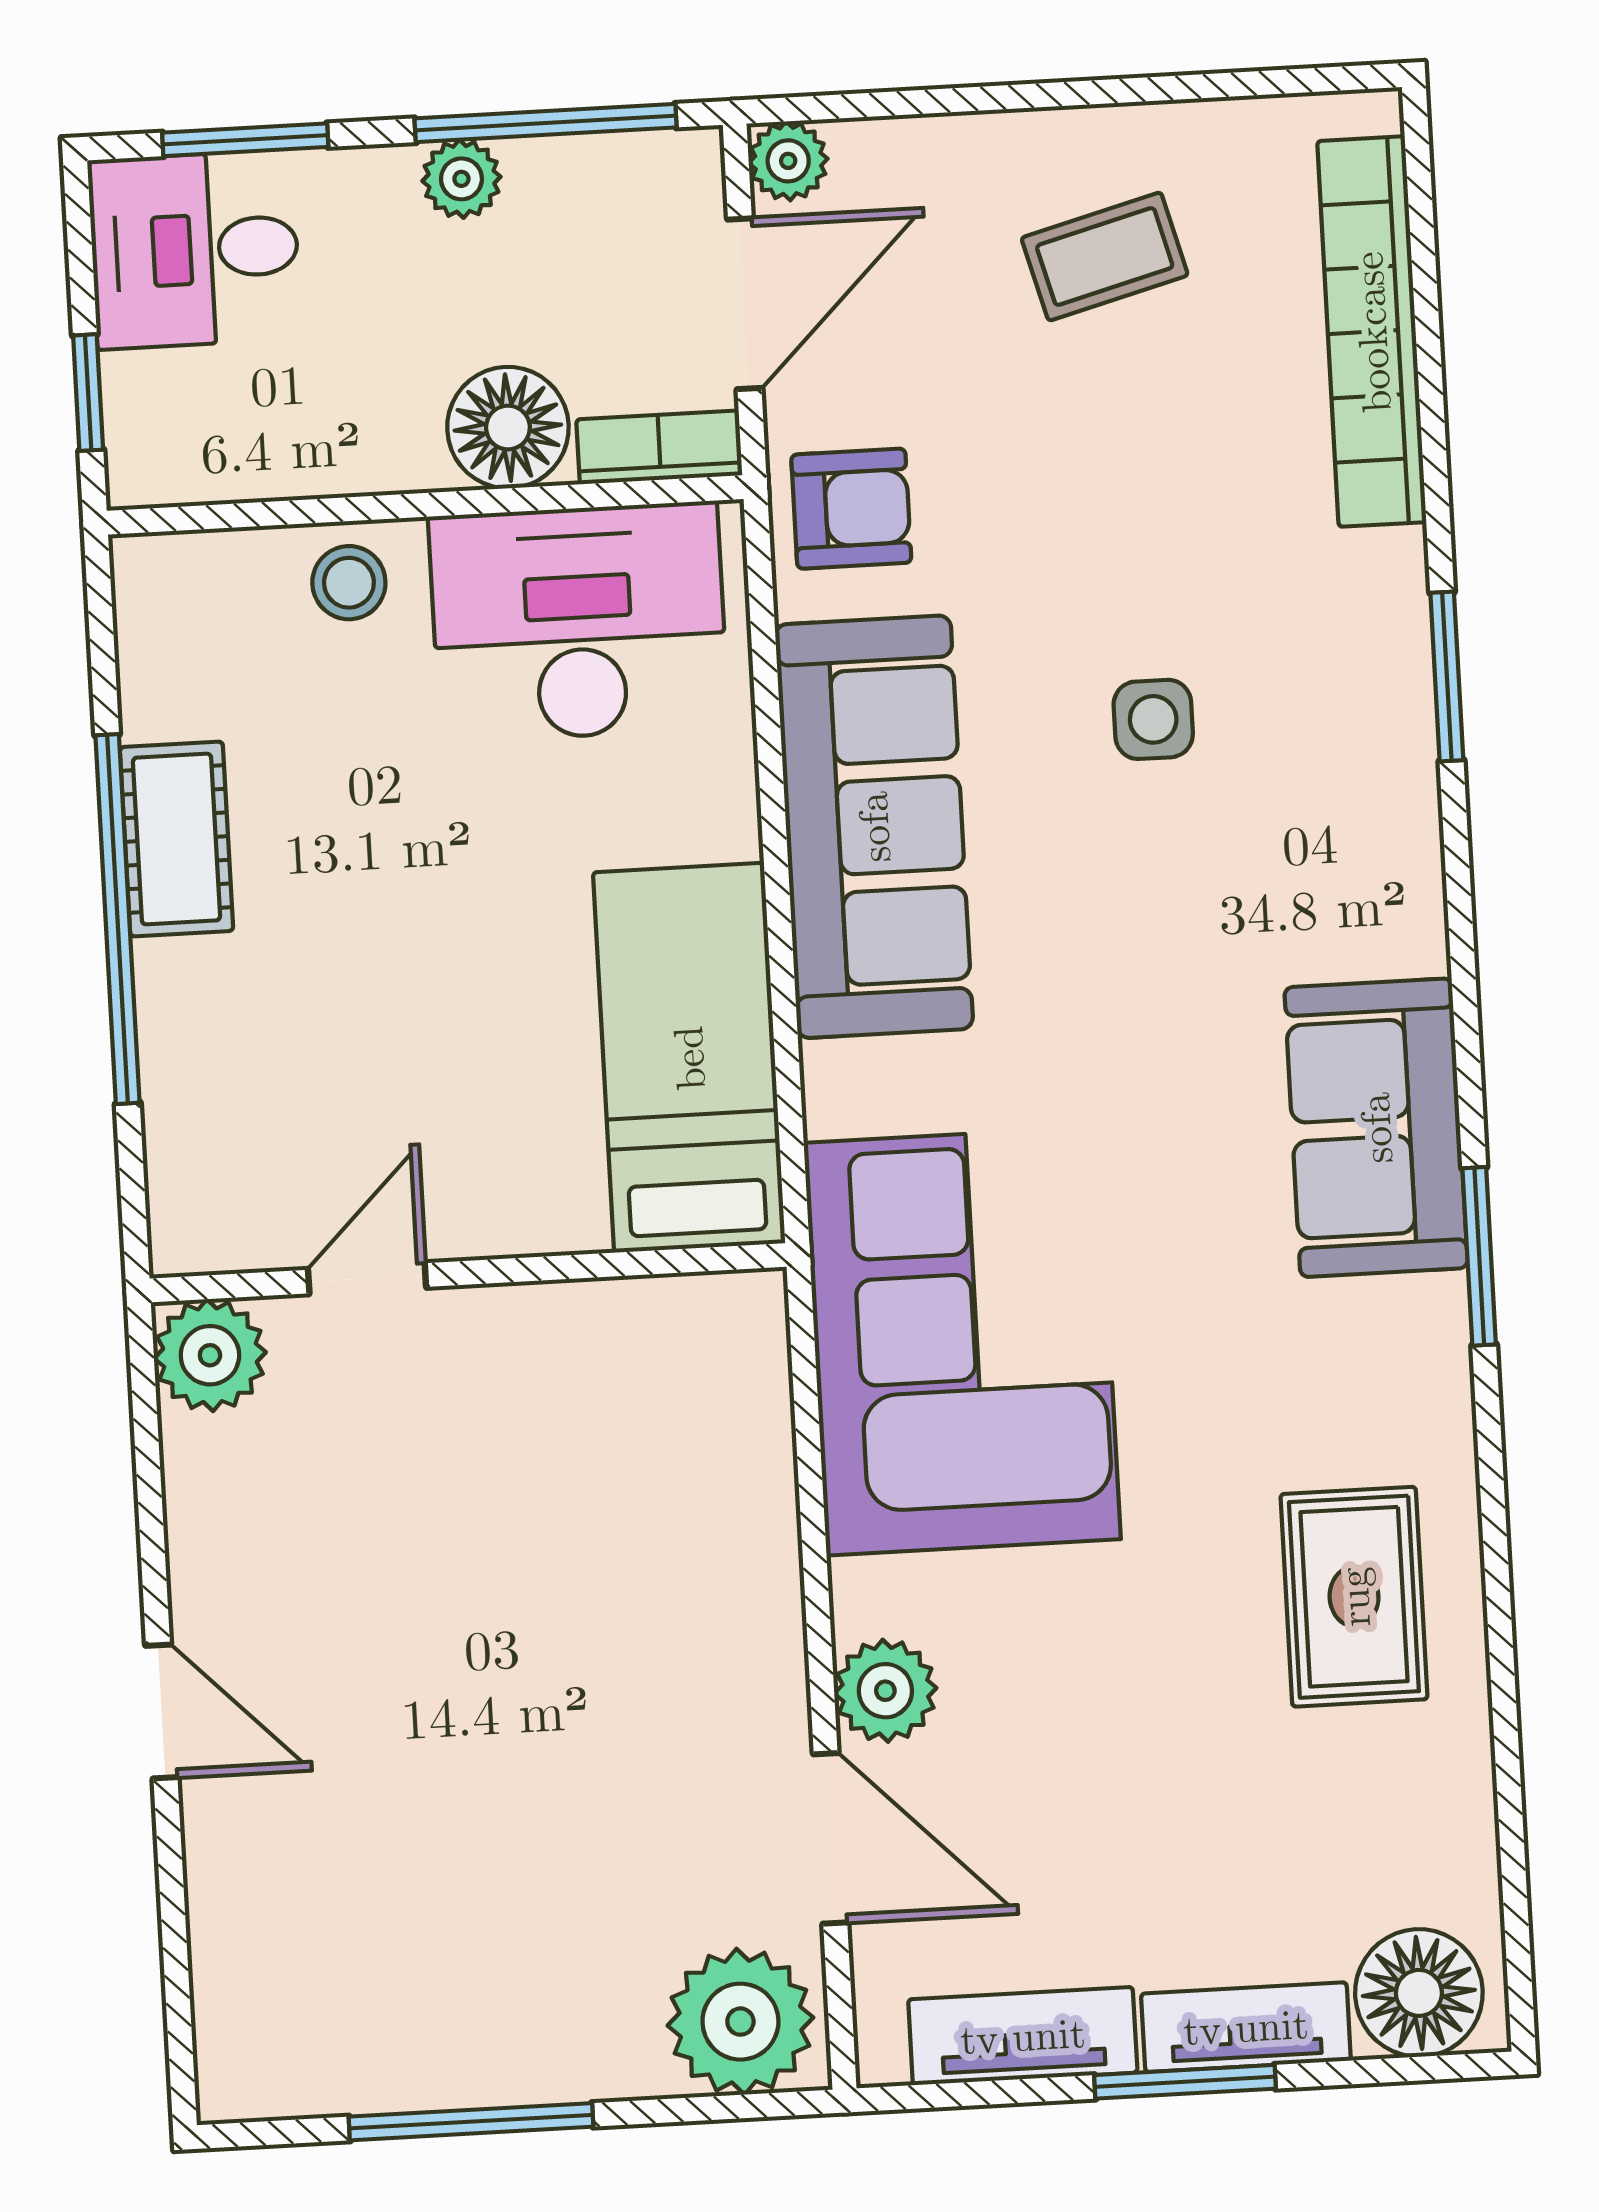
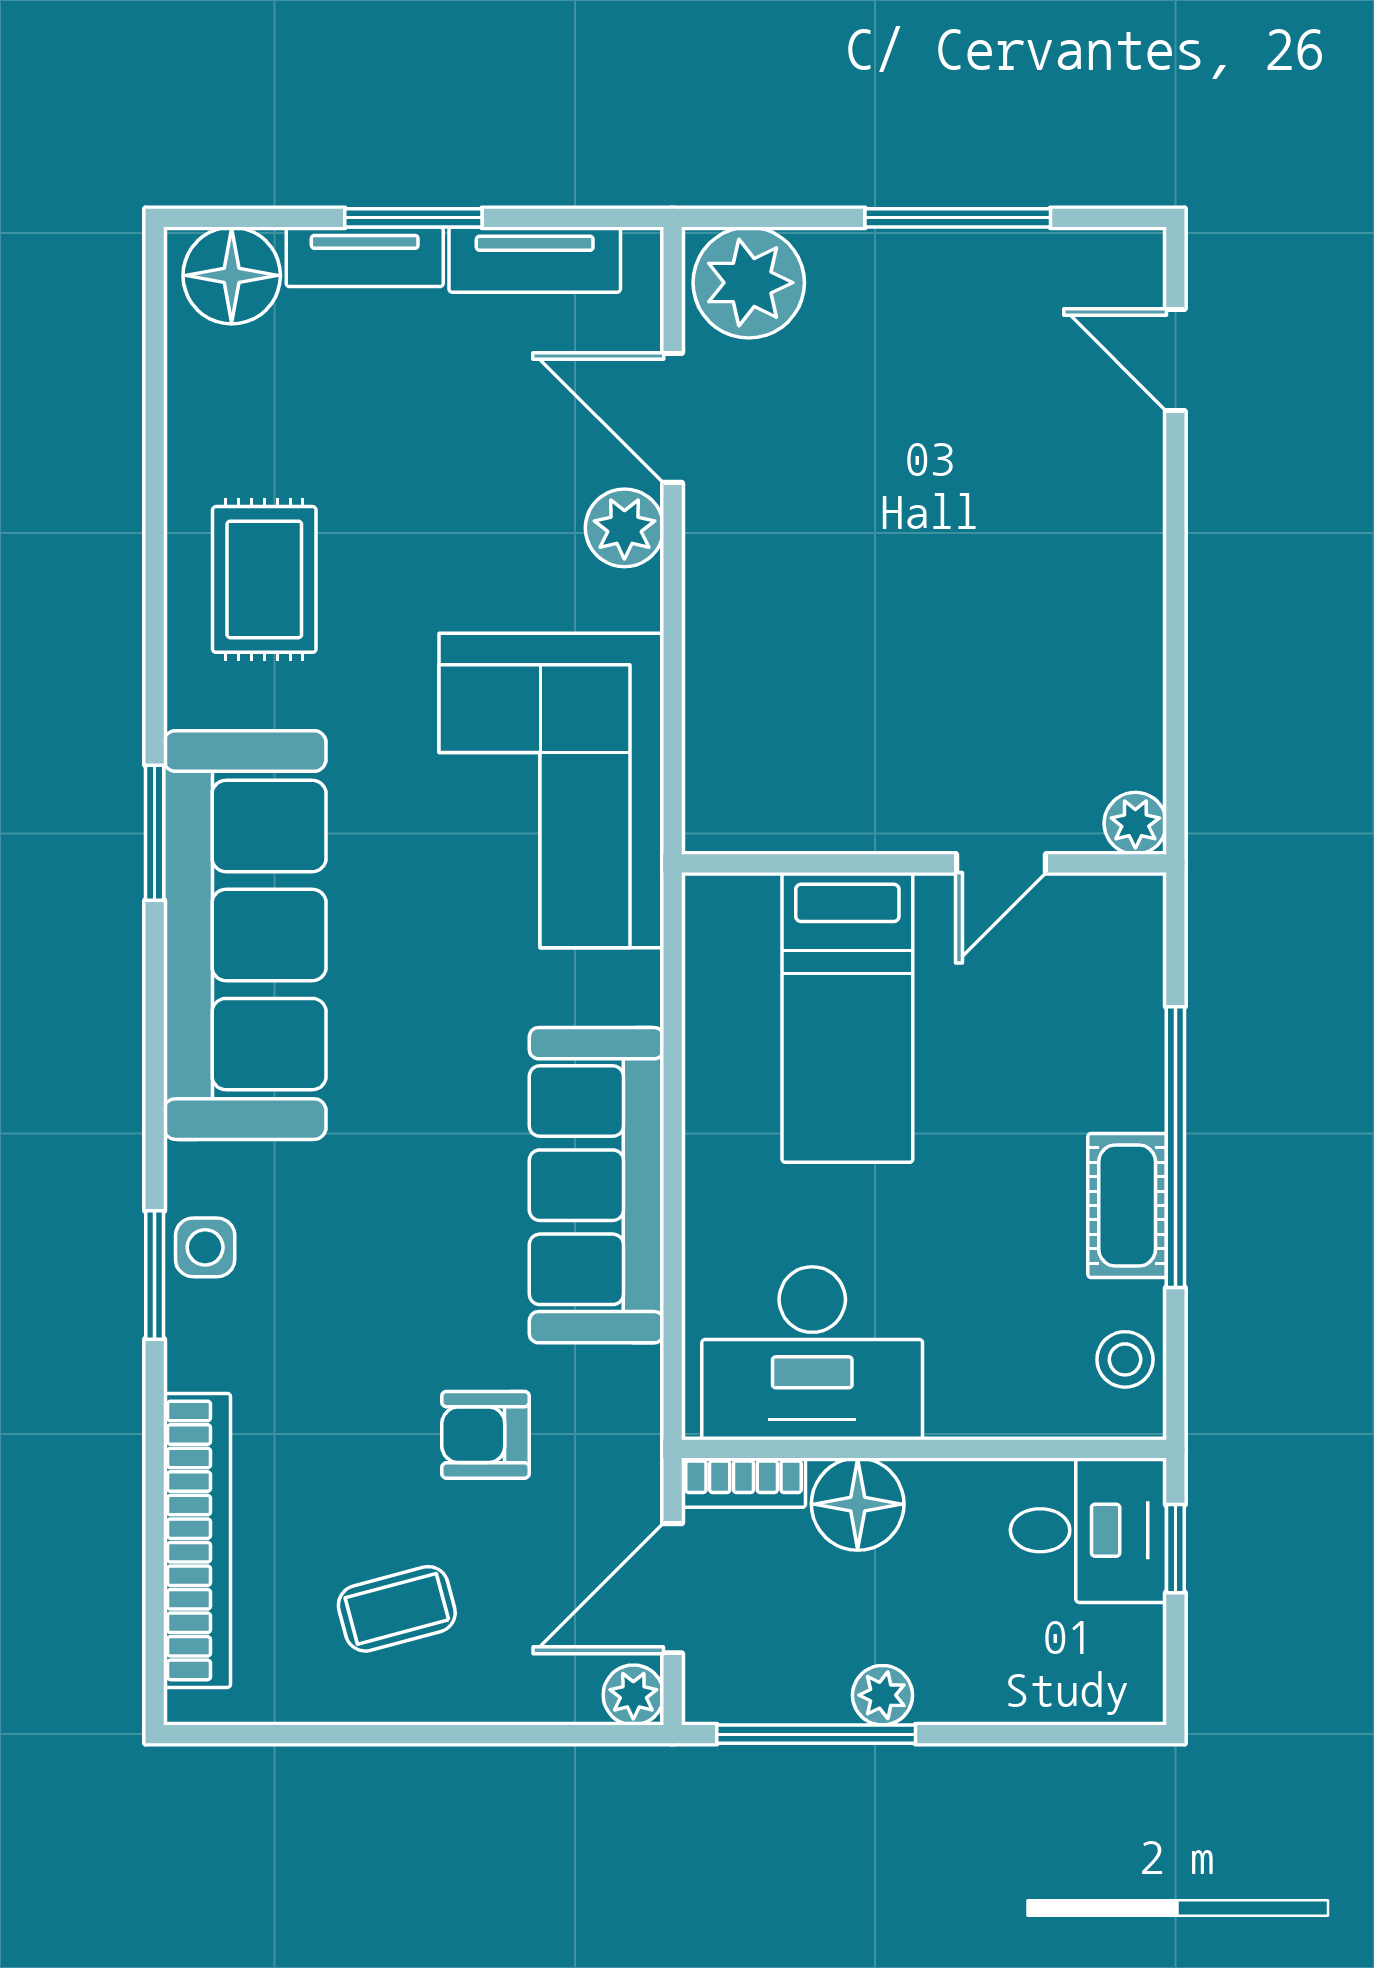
window: (245, 140) -> (1045, 1734), removed
desk: (195, 250) -> (1088, 1530), moved
armchair: (851, 509) -> (485, 1435), moved
stool: (349, 583) -> (1125, 1359), moved
side table: (1153, 719) -> (205, 1247), moved
bed: (689, 1058) -> (847, 1017), moved
sofa: (1376, 1128) -> (245, 935), width x1.85, depth x1.27
plant: (210, 1355) -> (1135, 823), width x0.73, depth x0.73
door: (162, 1711) -> (1175, 360), moved

